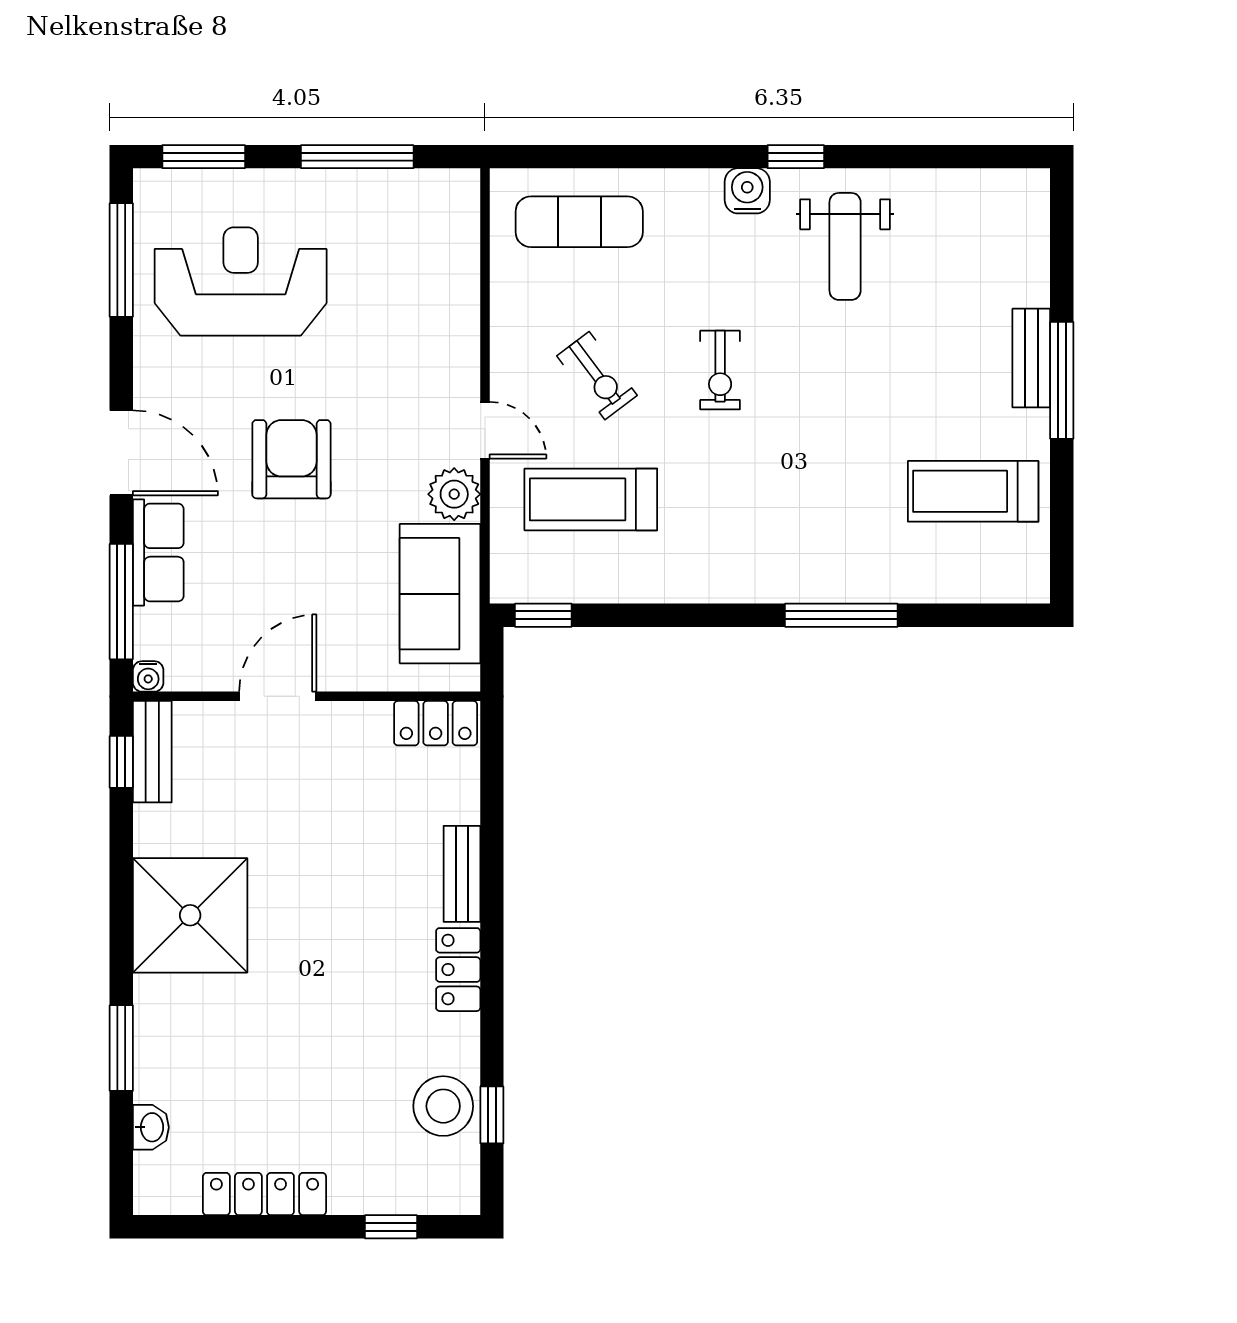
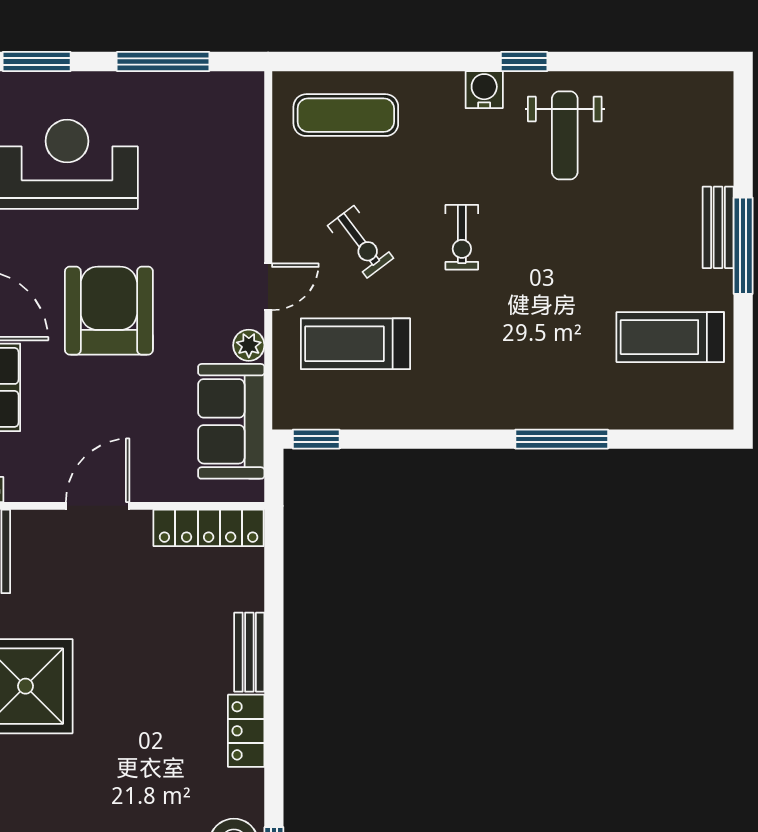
door: (485, 430) -> (268, 287), hinge flipped
armchair: (291, 459) -> (109, 311), width x1.36, depth x1.36
plant: (454, 494) -> (249, 345), width x0.73, depth x0.73
locker: (436, 723) -> (209, 528), width x1.53

